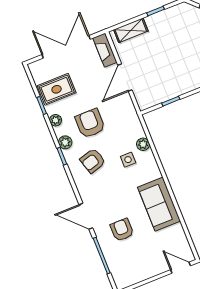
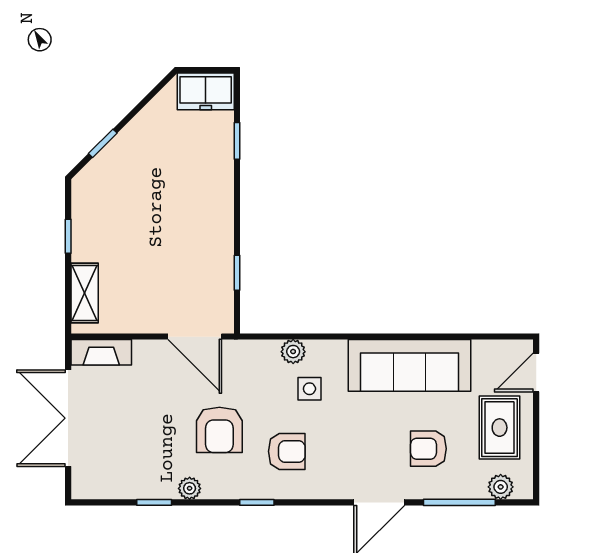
door: (125, 78) -> (195, 337), moved
rug: (57, 89) -> (500, 428), moved
armchair: (90, 123) -> (219, 430), turned -90
plant: (65, 142) -> (501, 487), moved
armchair: (93, 161) -> (287, 451), turned -74
sofa: (159, 204) -> (410, 365), width x1.36

